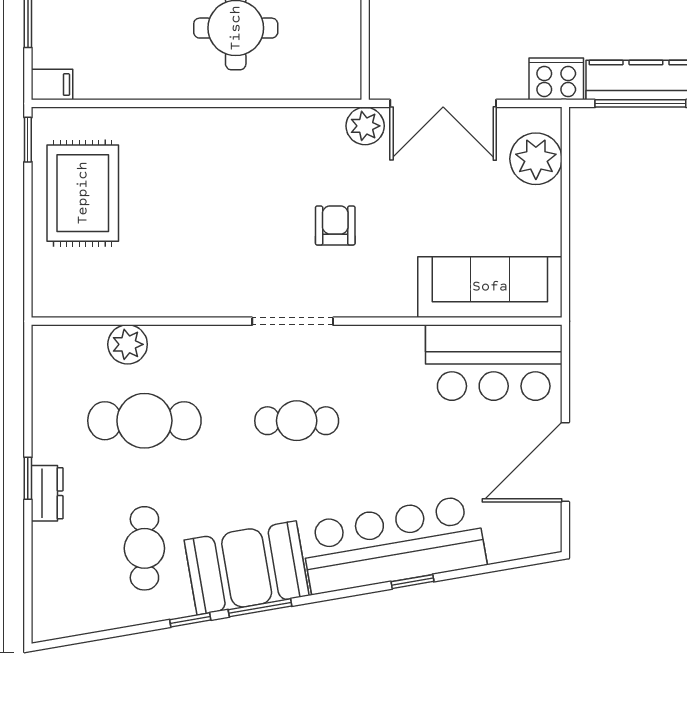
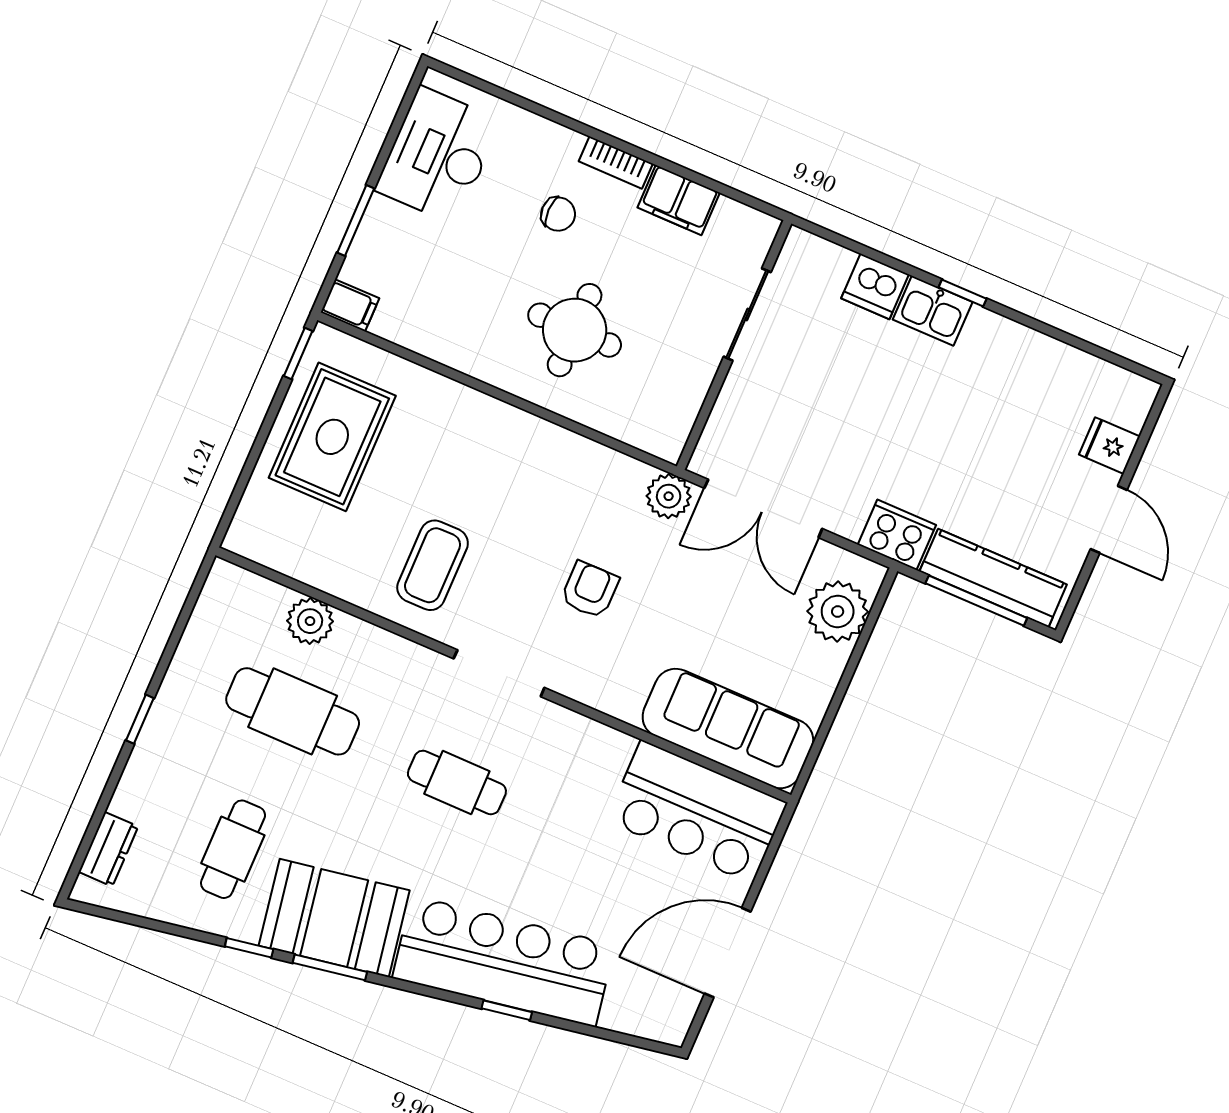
coffee table: (204, 259) -> (433, 565), added
dresser: (47, 493) -> (108, 849), moved

